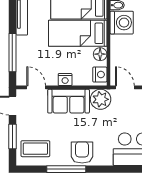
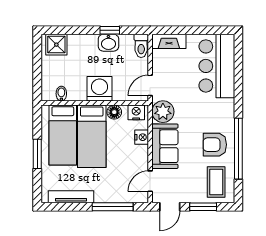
washing machine: (122, 23) -> (100, 89), moved
nightstand: (65, 80) -> (142, 137), moved
armchair: (82, 152) -> (215, 145), moved
window: (66, 169) -> (238, 149), width x1.46

